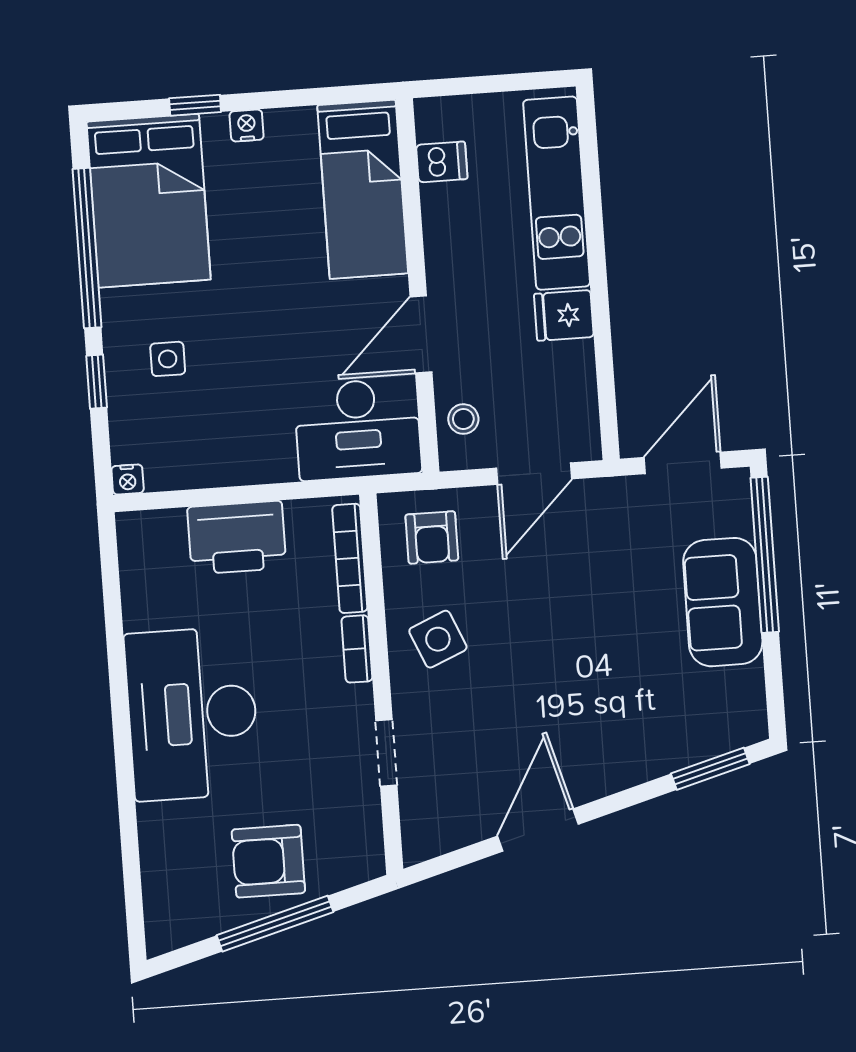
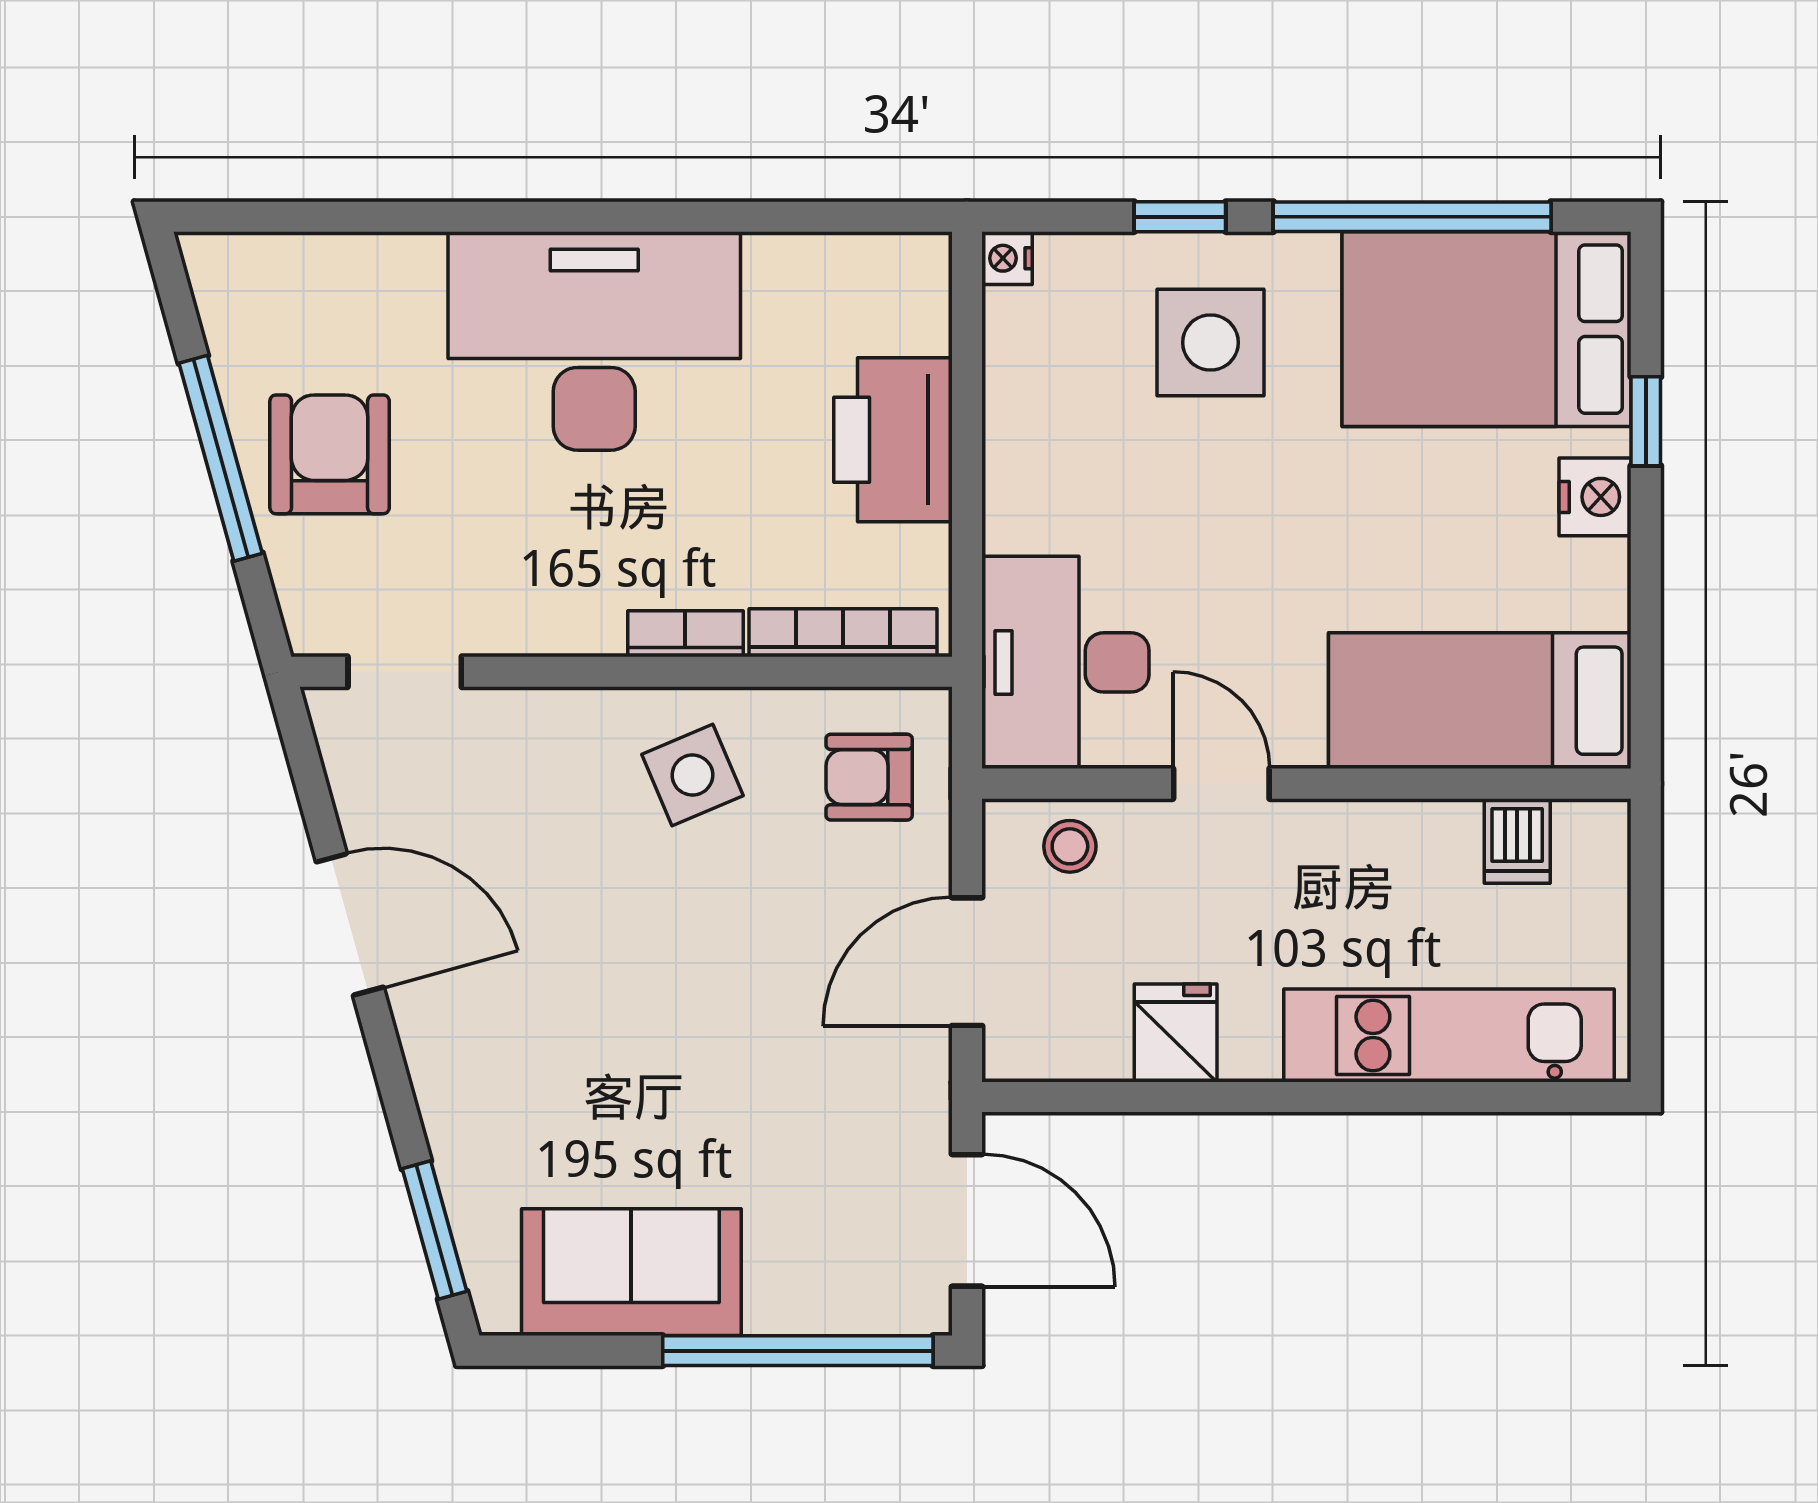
nightstand: (247, 125) -> (1595, 497), width x1.39, depth x1.35
fridge: (564, 315) -> (1176, 1033), moved
door: (421, 334) -> (1221, 784), width x0.73
side table: (168, 359) -> (1210, 343), width x1.87, depth x1.87
door: (534, 474) -> (967, 962), hinge flipped
sofa: (723, 602) -> (631, 1272), moved
doorway: (386, 753) -> (405, 672), moved

